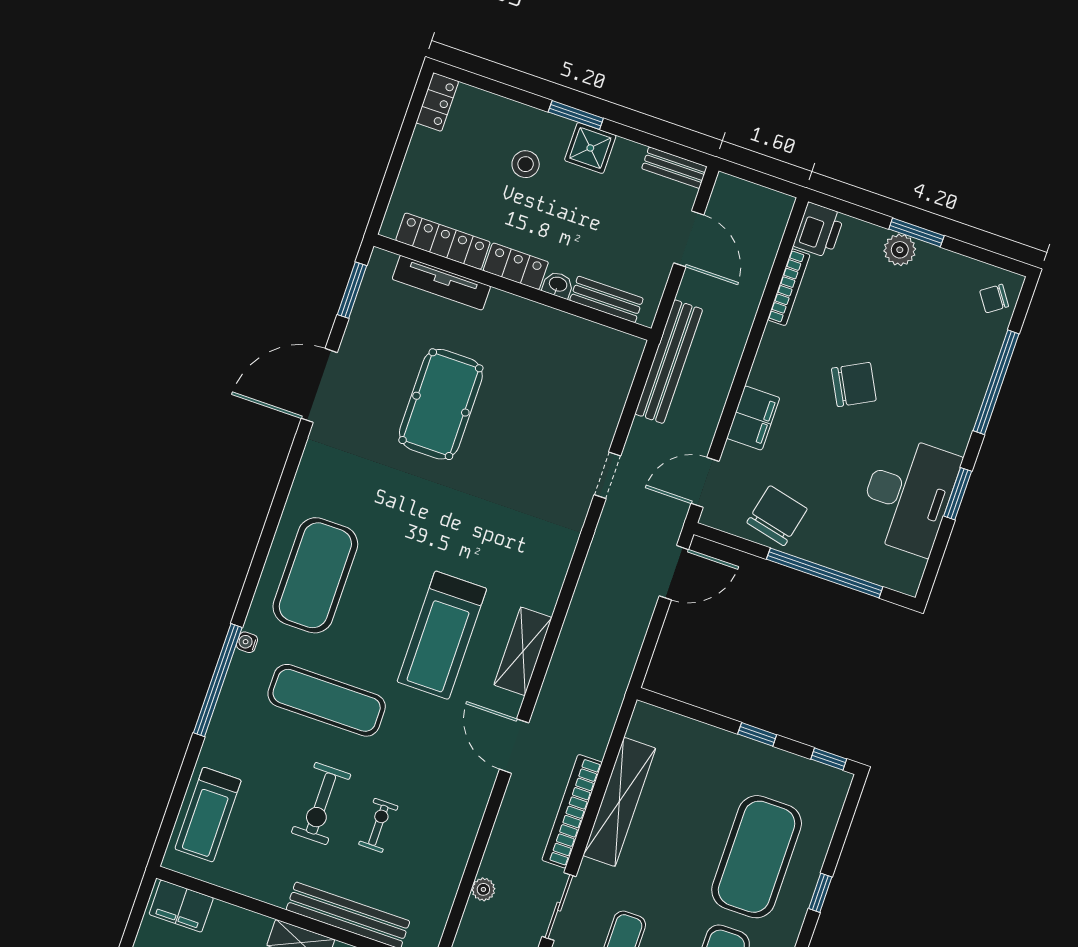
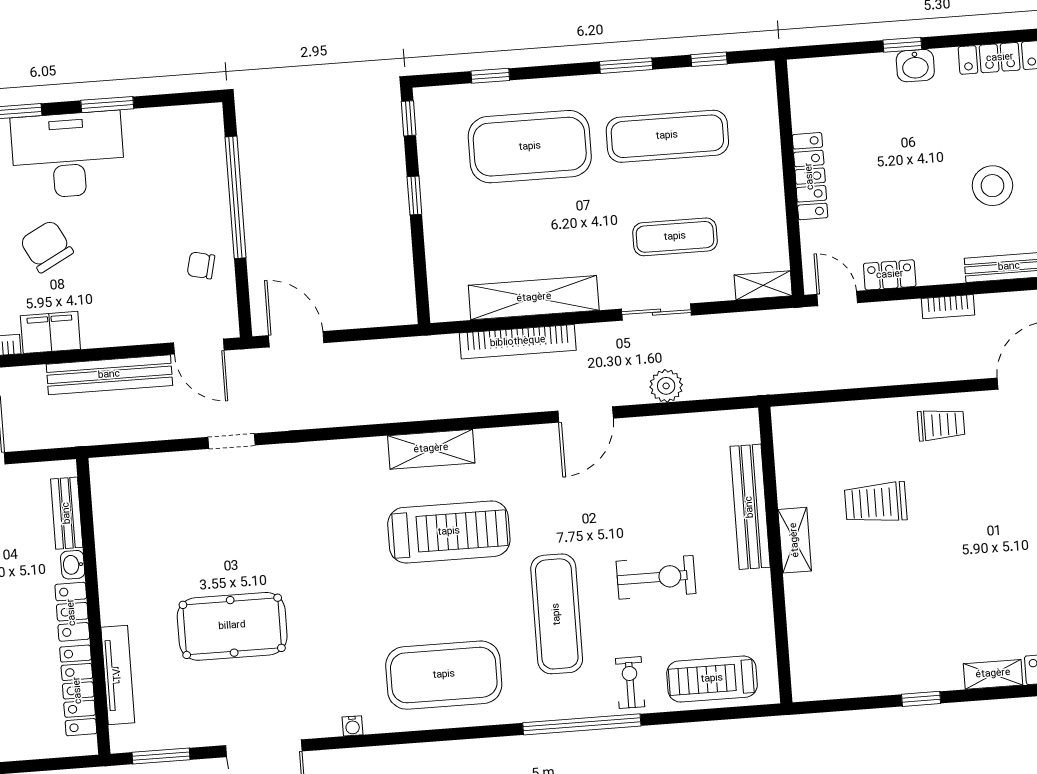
bench: (669, 362) -> (109, 375), moved
filing cabinet: (753, 418) -> (50, 332), moved
desk: (908, 495) -> (68, 155), moved
chair: (777, 516) -> (201, 265), width x0.54, depth x0.54
water cooler: (247, 642) -> (352, 726), moved
door: (514, 746) -> (586, 415), moved
bookcase: (572, 811) -> (518, 342), moved
treadmill: (208, 815) -> (712, 679), turned 180
exercise bike: (378, 825) -> (630, 683), moved, turned 90
plant: (483, 889) -> (666, 386), width x1.38, depth x1.38
window: (820, 893) -> (490, 76), moved
filing cabinet: (181, 906) -> (809, 667), removed

